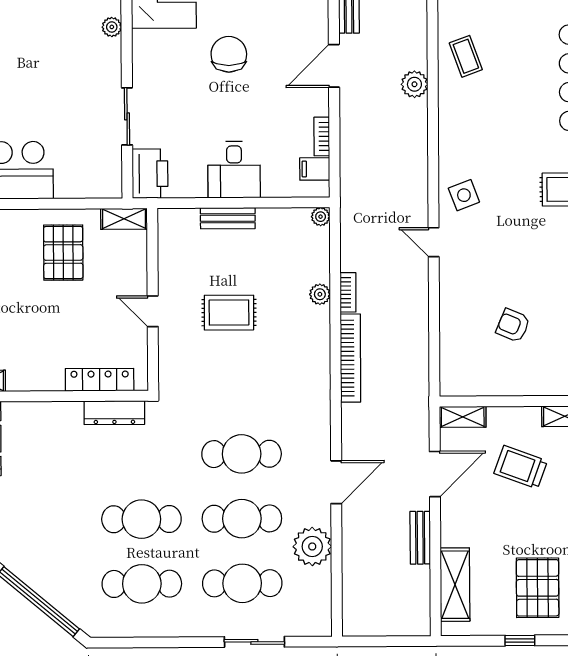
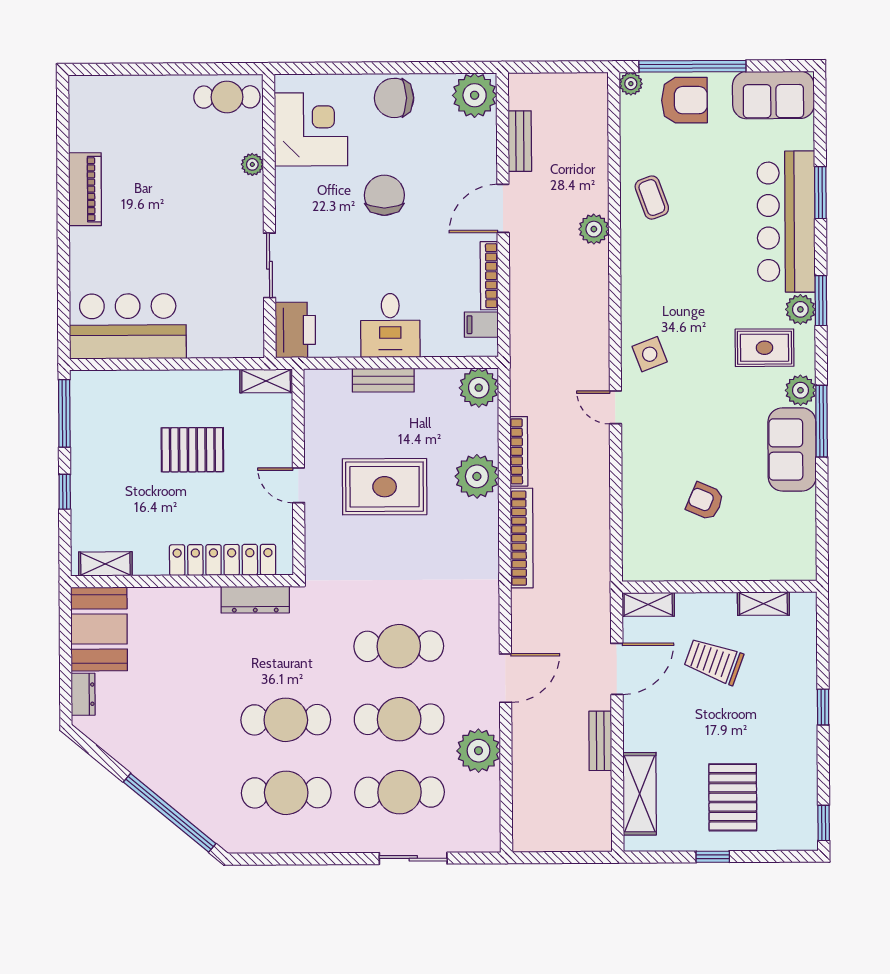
bookcase: (322, 136) -> (489, 276), width x1.56
plant: (321, 217) -> (479, 388), width x1.87, depth x1.87
pallet: (63, 253) -> (192, 450), moved, turned 90
bookcase: (348, 292) -> (519, 451), width x1.56
plant: (320, 294) -> (477, 476), width x1.87, depth x1.87
rug: (229, 313) -> (385, 487), width x1.36, depth x1.43
locker: (100, 380) -> (223, 560), width x1.41, depth x1.21

